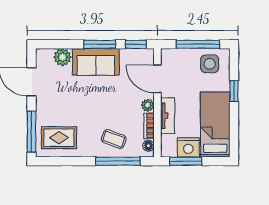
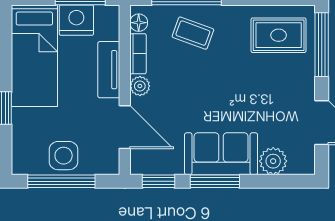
side table: (210, 64) -> (64, 156), moved

